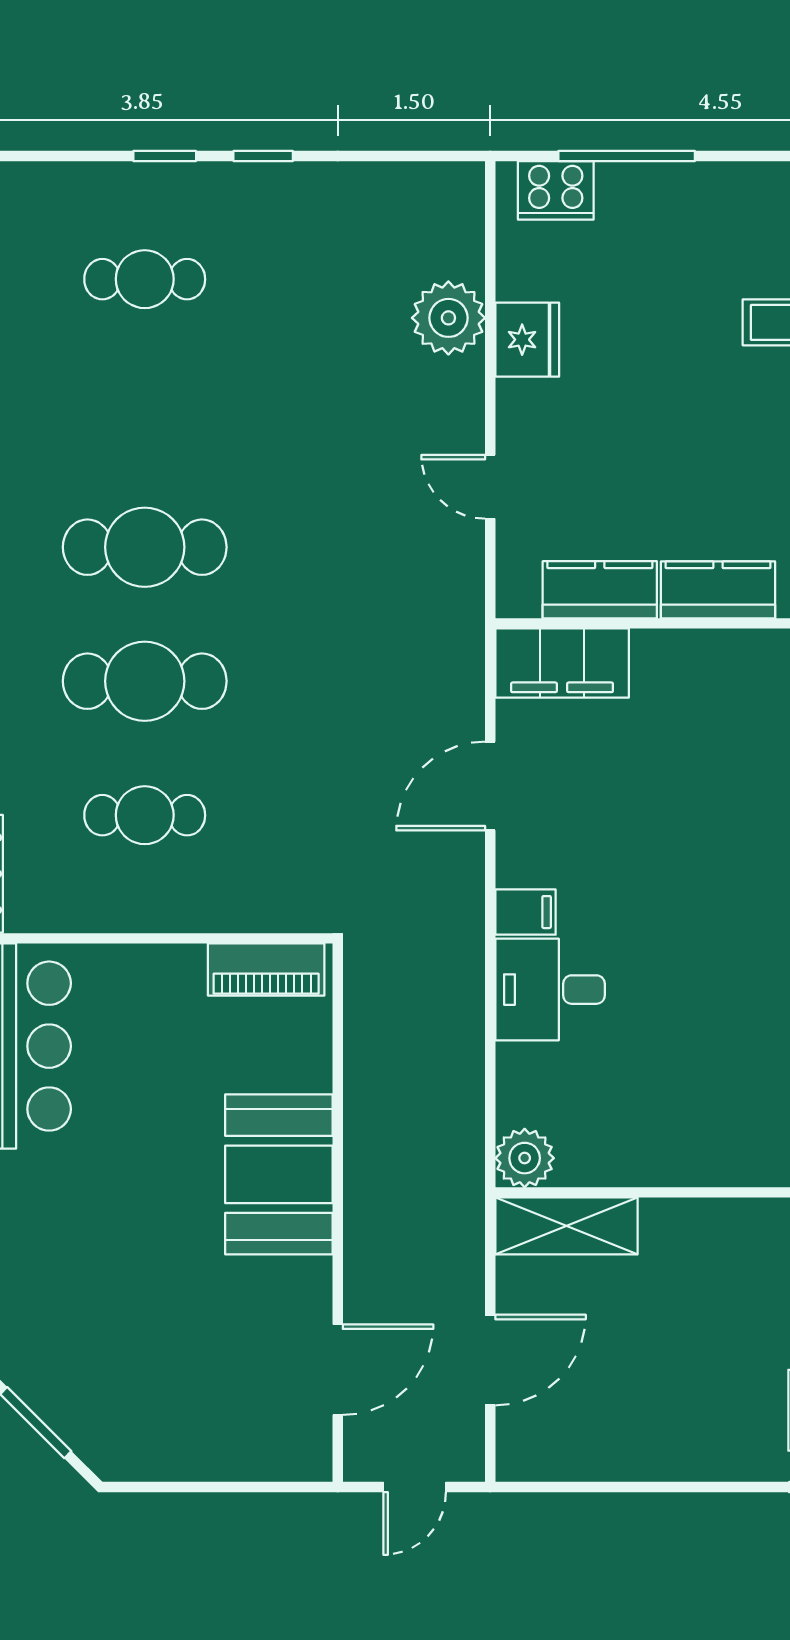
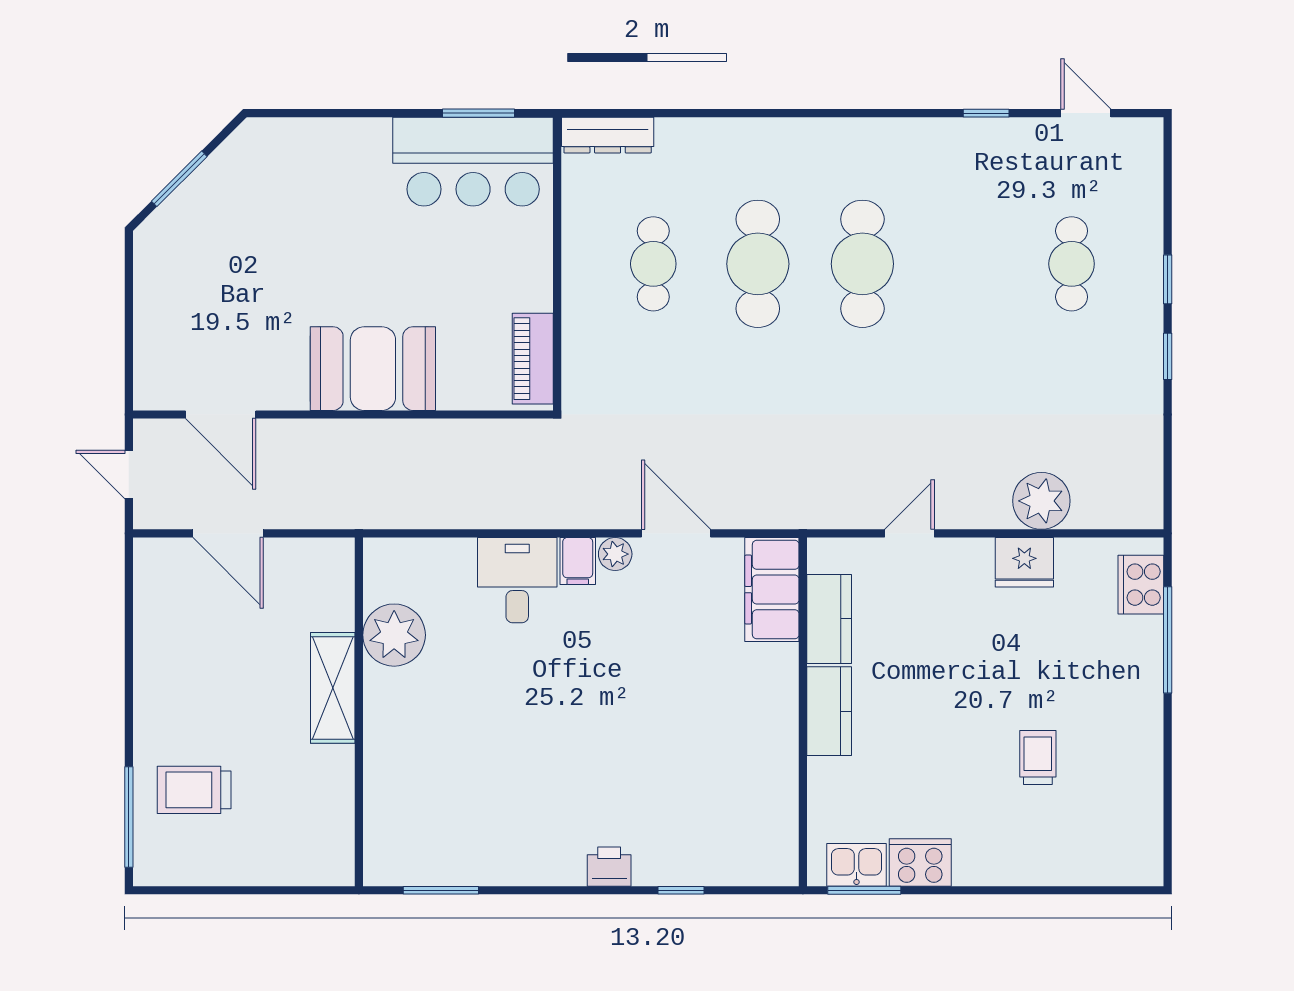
plant: (517, 864) -> (615, 554), added
plant: (525, 1158) -> (394, 635), moved, width x1.36, depth x1.36
shelving: (566, 1226) -> (333, 688), moved

